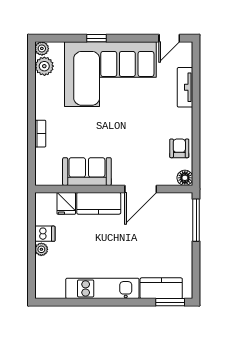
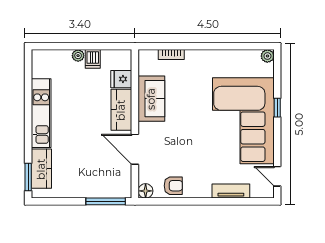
plant: (44, 66) -> (251, 58), removed
bookcase: (40, 134) -> (171, 55), moved

